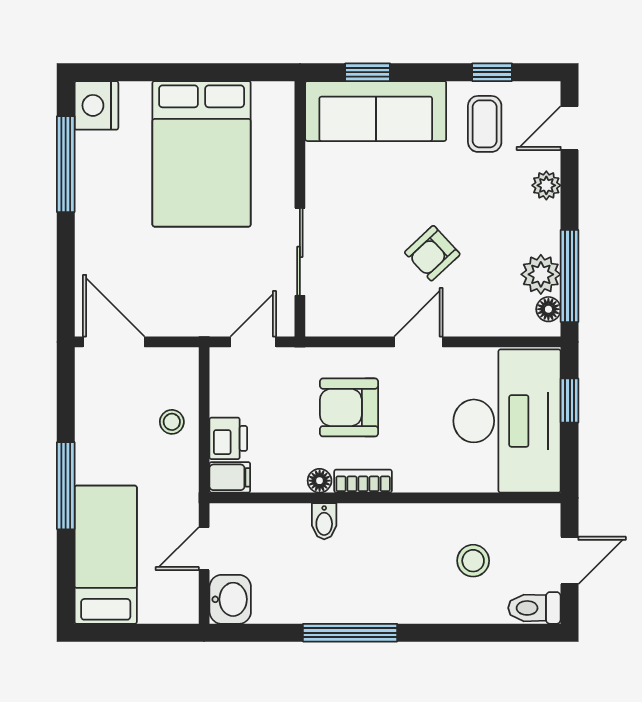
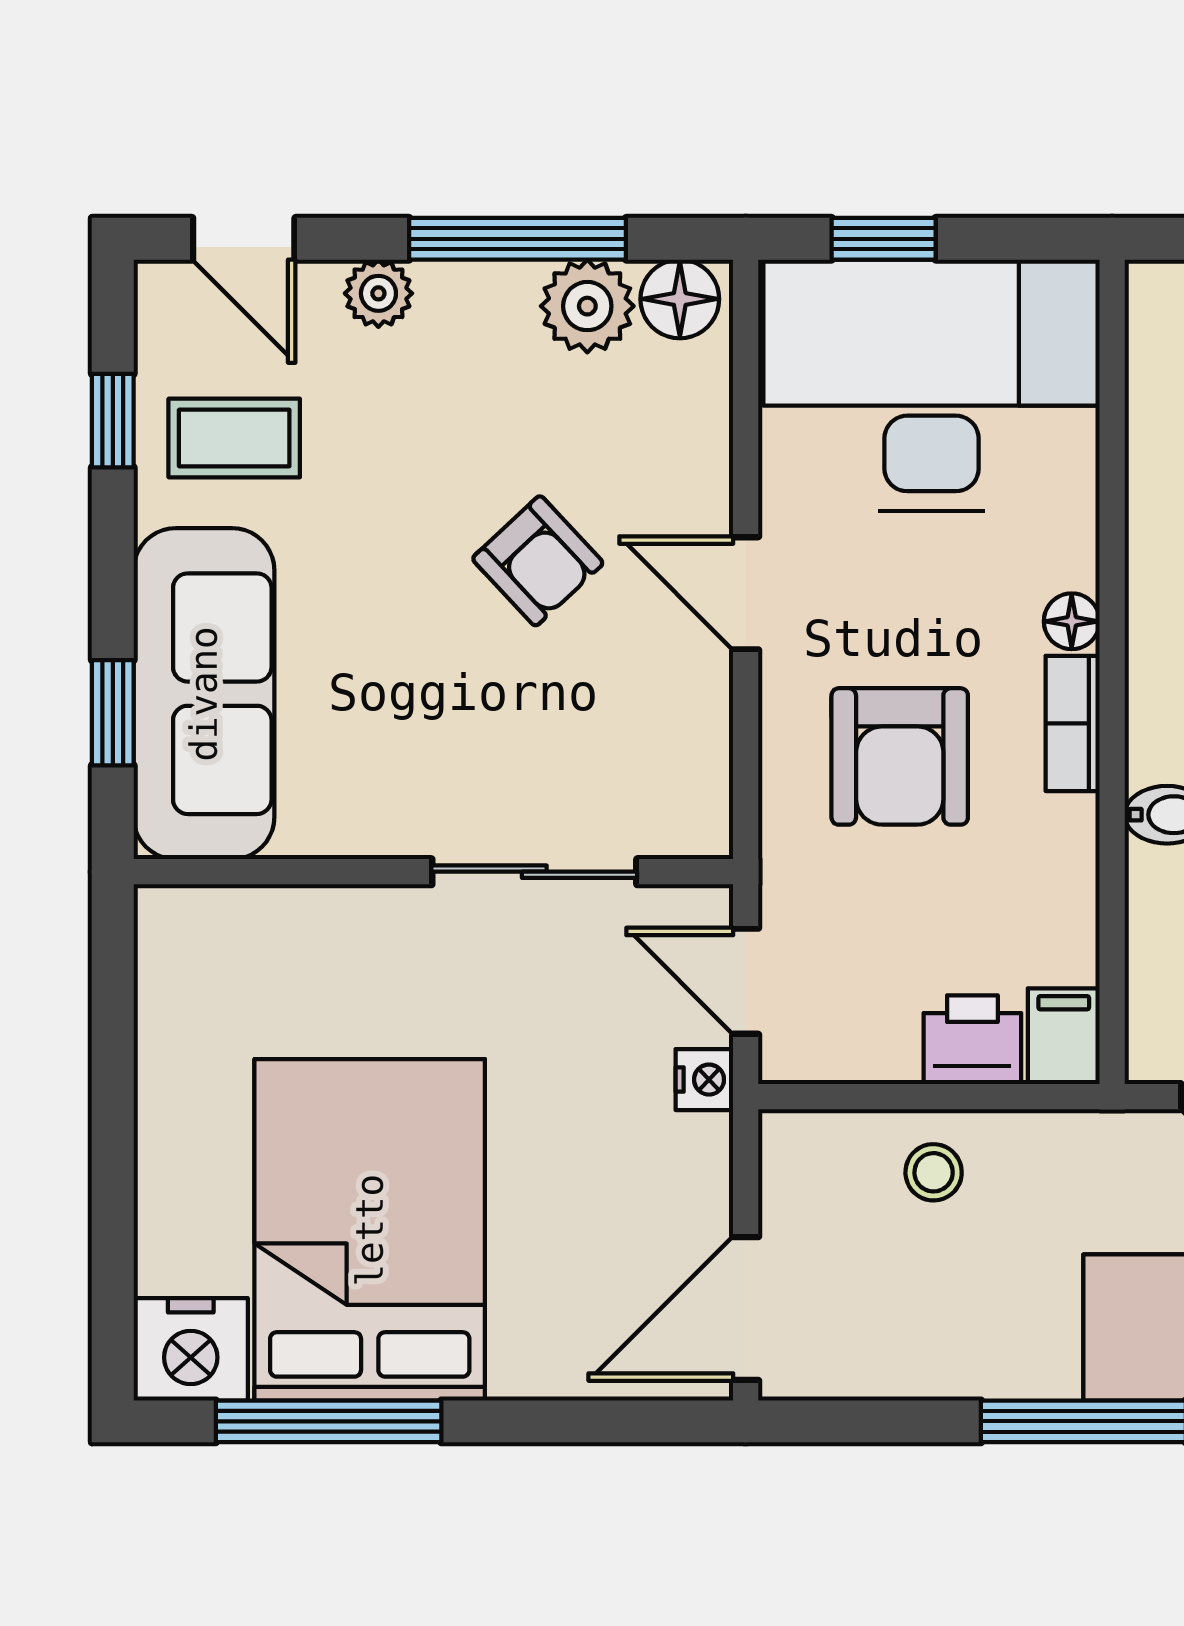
bed: (202, 154) -> (370, 1230), moved, turned -90
window: (570, 276) -> (518, 239), moved
floor lamp: (548, 309) -> (680, 299), width x1.37, depth x1.37
nightstand: (211, 324) -> (704, 1080), added
floor lamp: (320, 481) -> (1072, 621), moved

